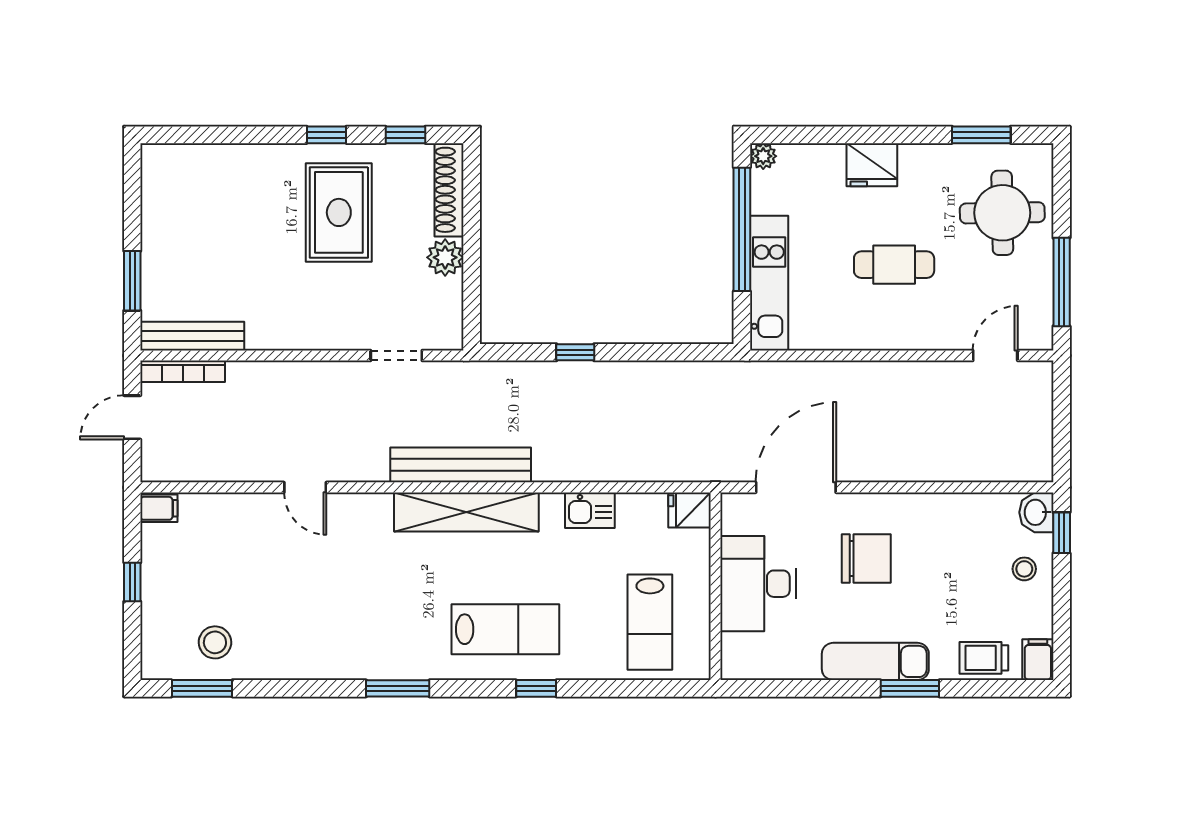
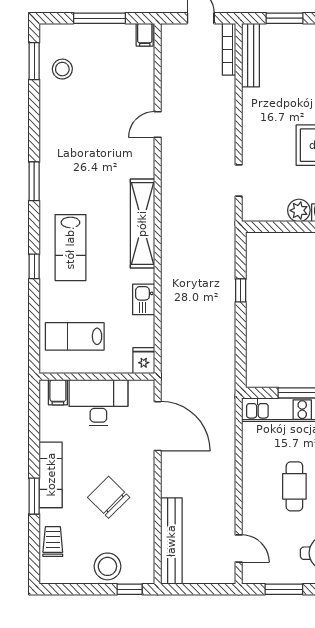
window: (1062, 282) -> (284, 589), width x0.69
bench: (461, 465) -> (171, 541), moved
washbasin: (1036, 512) -> (142, 574), removed
chair: (866, 559) -> (109, 497), moved, turned 135
stool: (1024, 569) -> (107, 566), width x1.89, depth x1.89
window: (132, 582) -> (99, 18), width x2.17
filing cabinet: (1038, 660) -> (58, 392), moved, turned 90

